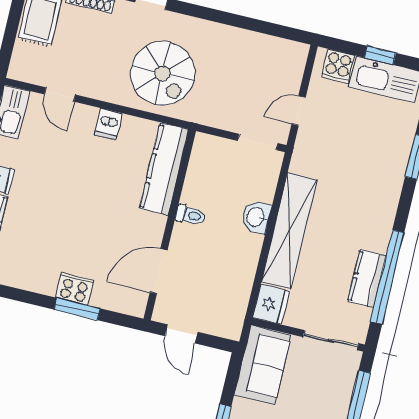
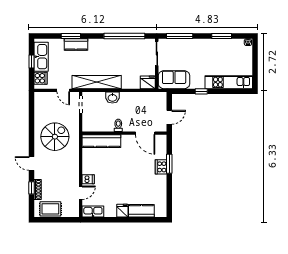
spiral stairs: (163, 73) -> (55, 137), moved
dishwasher: (108, 124) -> (88, 179), moved
shelving: (289, 231) -> (97, 82), moved
kitchen counter: (367, 279) -> (76, 45), moved

